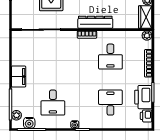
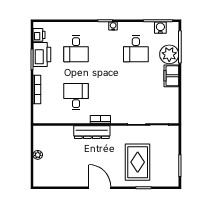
wardrobe: (145, 17) -> (40, 138), removed
plant: (147, 36) -> (38, 118), removed
desk: (53, 103) -> (136, 49), turned 180
plant: (16, 115) -> (169, 54), moved, width x1.88, depth x1.88

